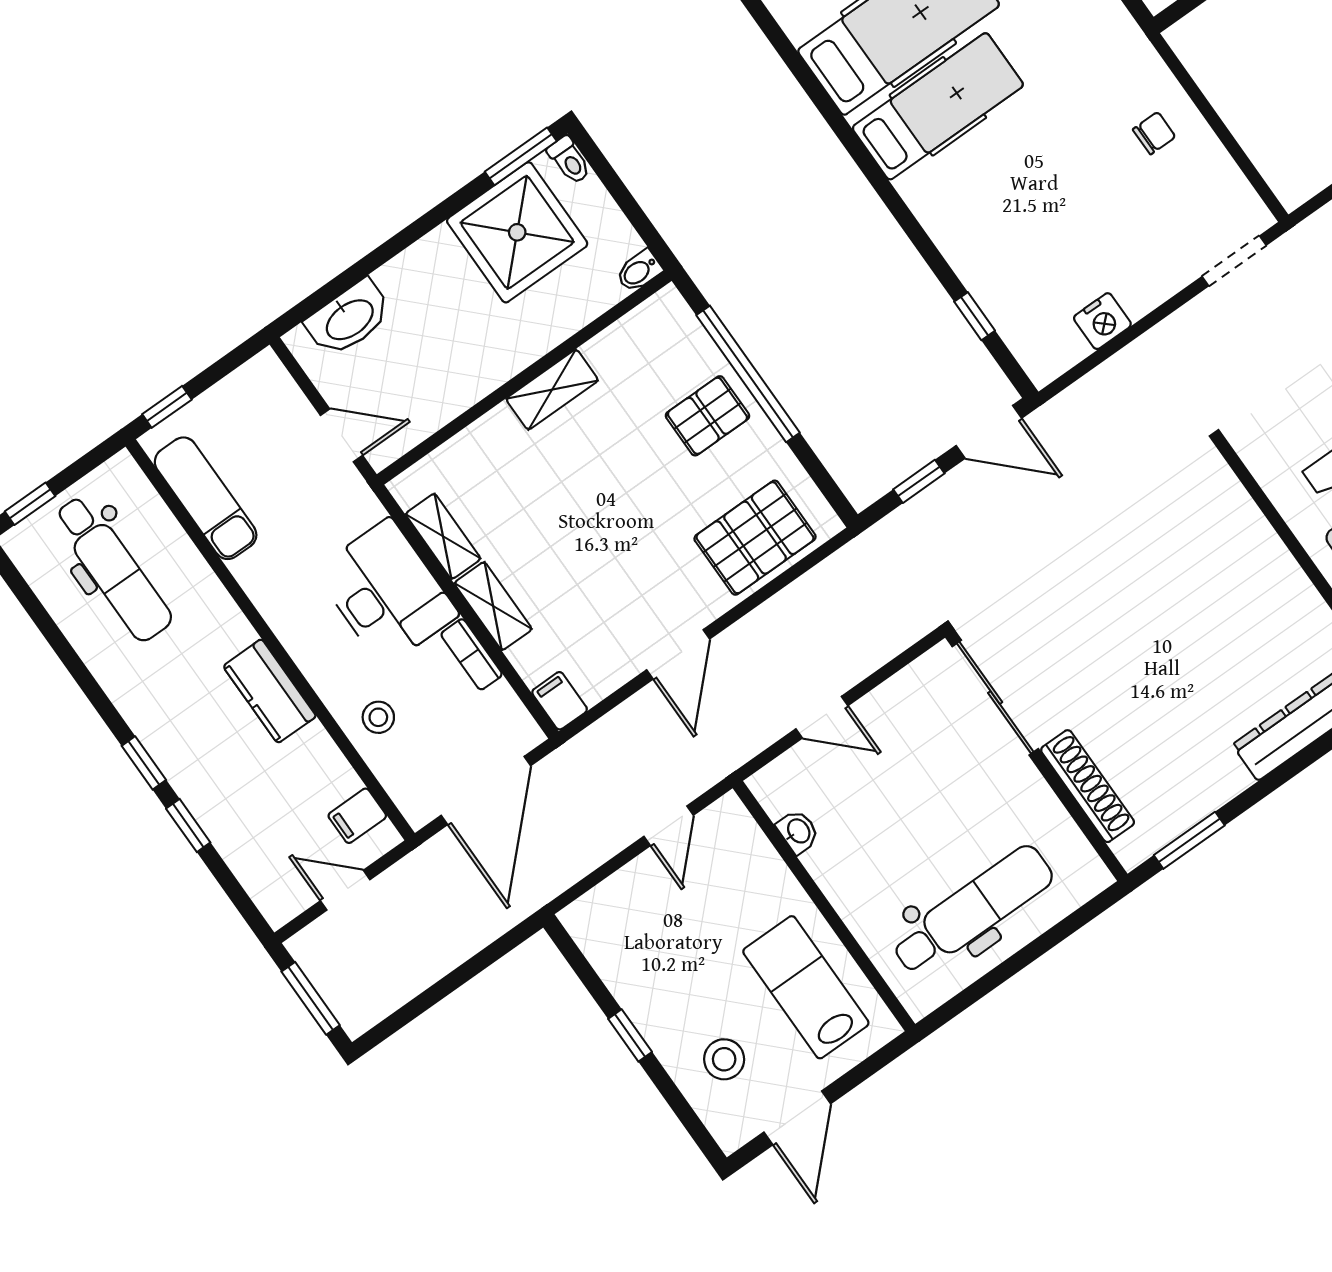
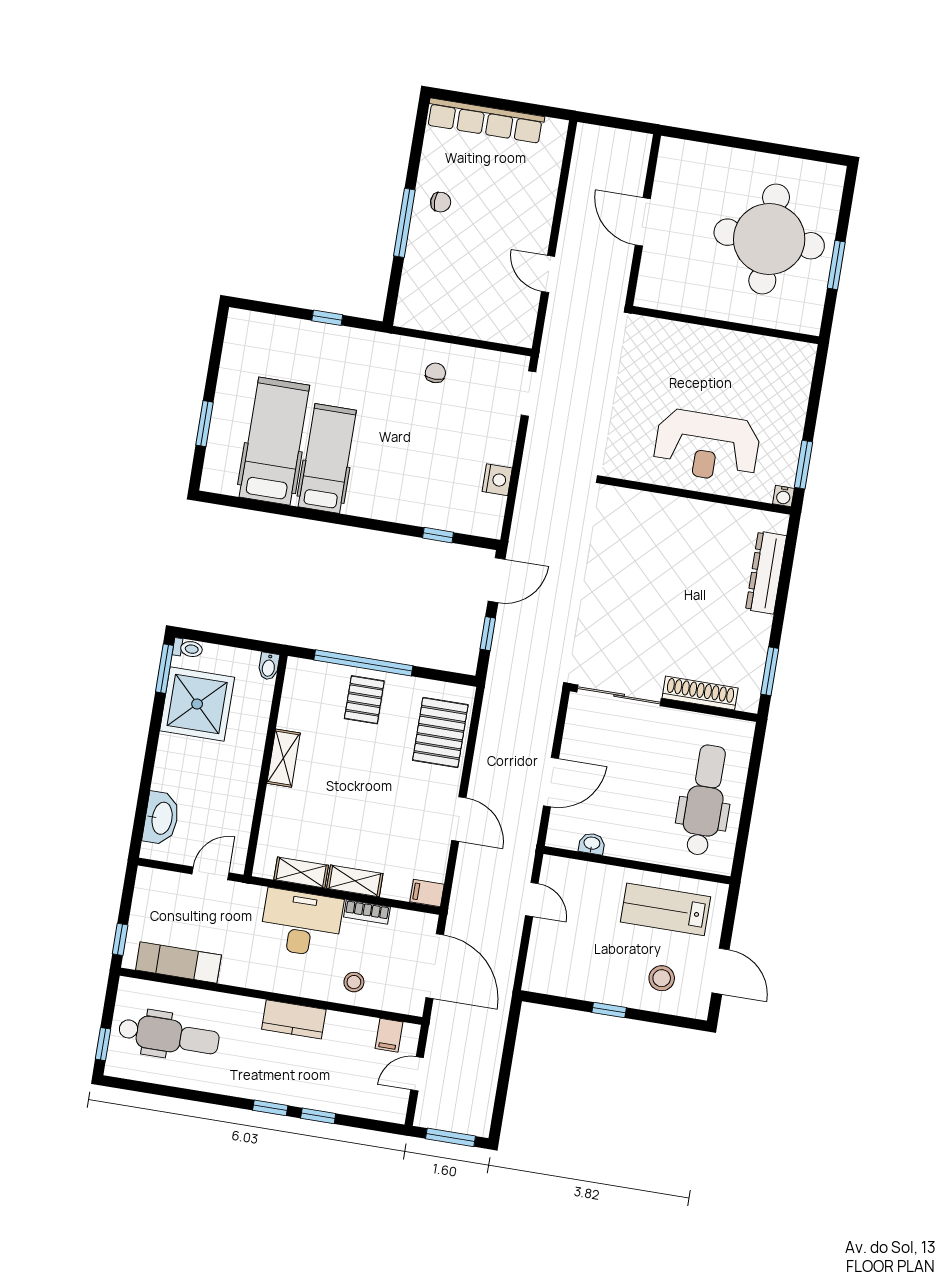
door: (822, 717) -> (551, 782), width x1.38

